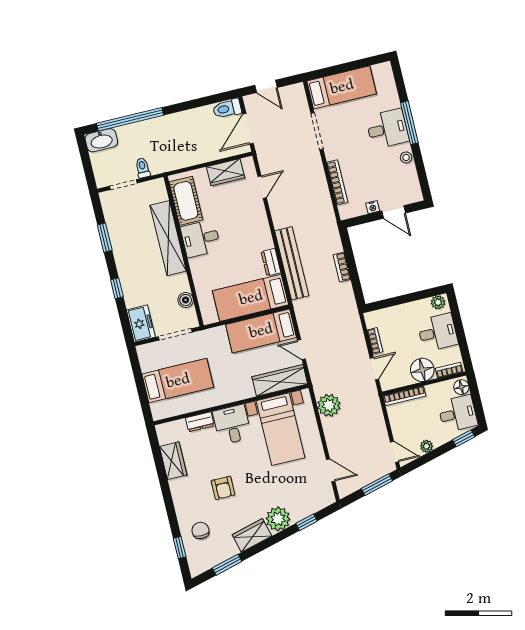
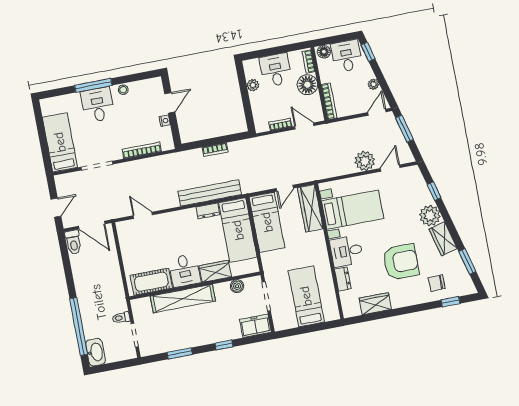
wardrobe: (226, 172) -> (215, 271), moved, turned -90
plant: (438, 302) -> (253, 85), moved
plant: (329, 405) -> (365, 161), moved
armchair: (223, 488) -> (401, 262), width x1.88, depth x1.88

